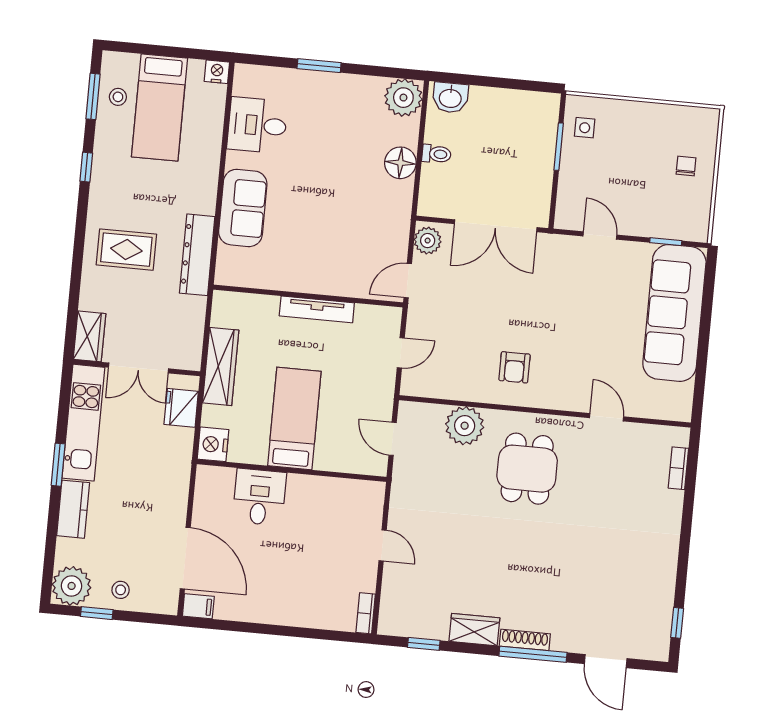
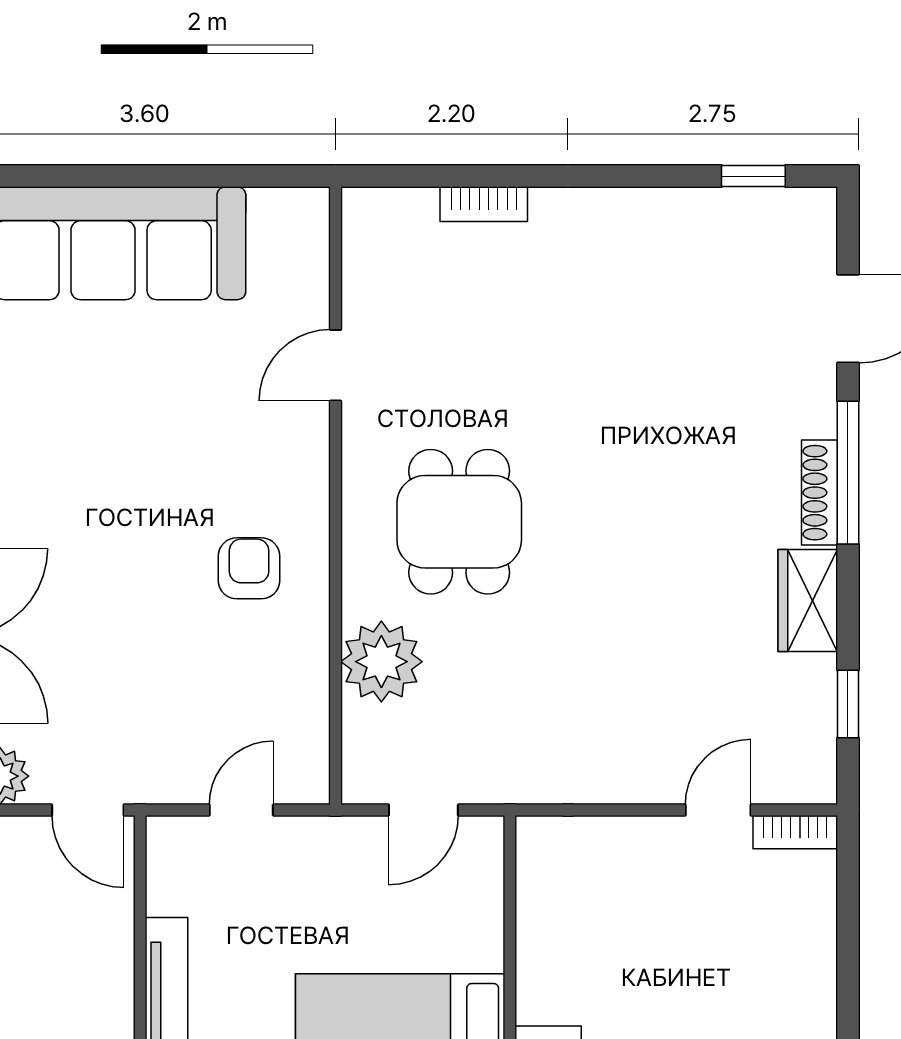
door: (401, 353) -> (241, 810), hinge flipped
armchair: (515, 367) -> (249, 568), turned -90
bookcase: (678, 468) -> (484, 204), moved
dining table: (527, 469) -> (459, 522), turned 90
door: (383, 545) -> (718, 810), moved

